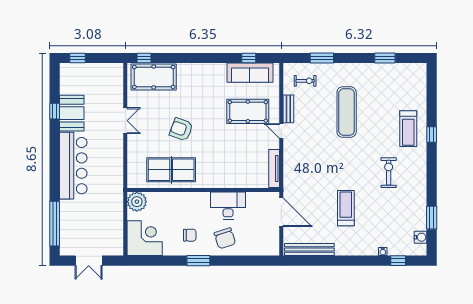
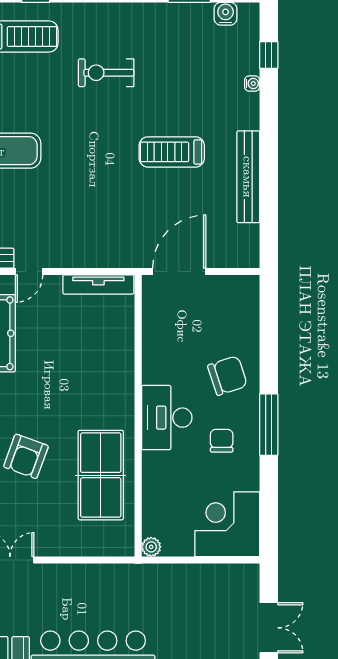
plant: (137, 202) -> (151, 547), width x0.53, depth x0.53
desk: (228, 205) -> (167, 418), moved
bench: (309, 250) -> (248, 177), moved
window: (198, 261) -> (269, 425), width x1.44

